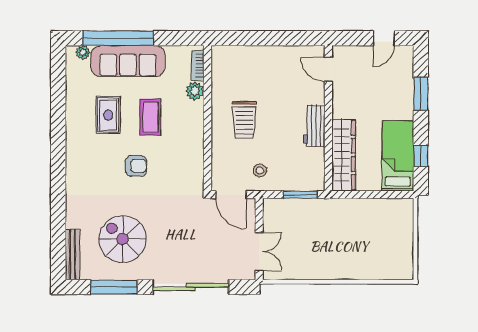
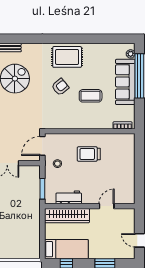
door: (328, 69) -> (107, 206), moved
plant: (195, 91) -> (107, 123), removed
rug: (108, 115) -> (67, 57), moved, width x1.36, depth x1.43
workbench: (314, 126) -> (69, 197), moved
armchair: (136, 166) -> (60, 87), turned -129

